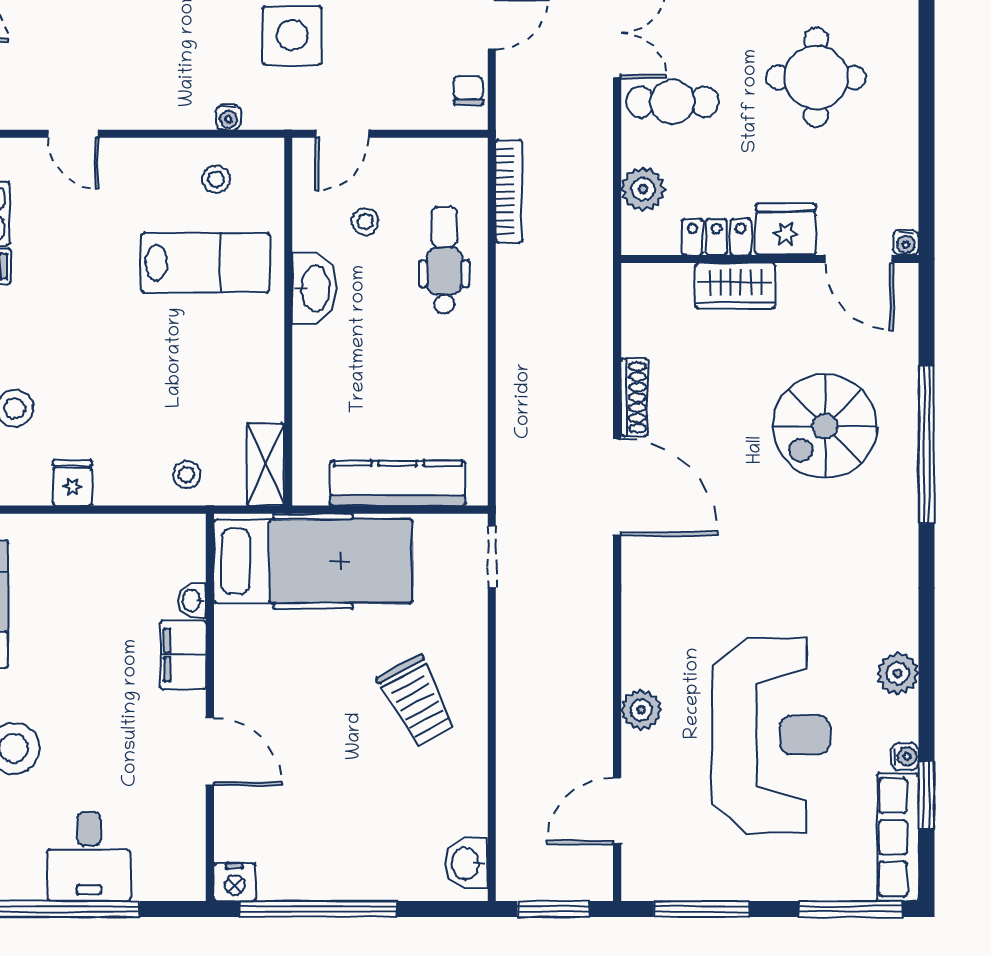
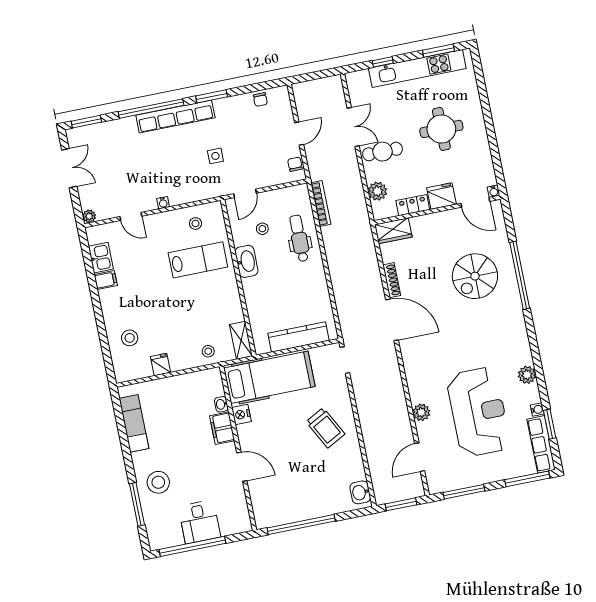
side table: (292, 35) -> (215, 156), width x0.54, depth x0.54
water cooler: (228, 117) -> (163, 203), moved
wardrobe: (735, 286) -> (393, 231), moved
nightstand: (235, 882) -> (241, 414), moved, turned 90

